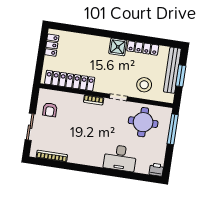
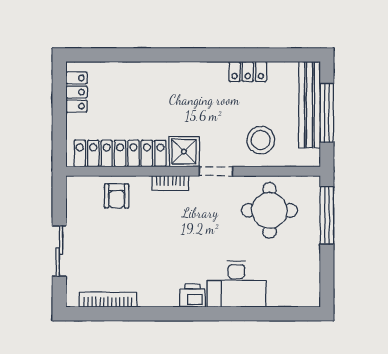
shower: (118, 47) -> (184, 152), moved
locker: (143, 48) -> (248, 71), width x0.66
window: (181, 76) -> (327, 113), width x1.44
armchair: (50, 110) -> (117, 196), moved
printer: (156, 170) -> (193, 296), moved

